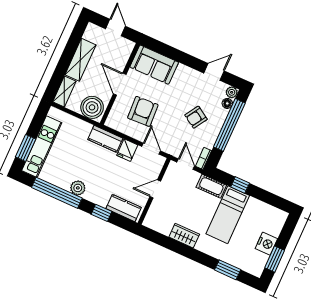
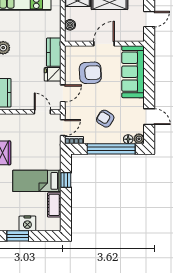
sofa: (154, 65) -> (133, 72), width x1.36
boiler: (92, 107) -> (70, 25), width x0.54, depth x0.54
cot: (211, 186) -> (54, 205), moved
door: (155, 189) -> (42, 112), moved

